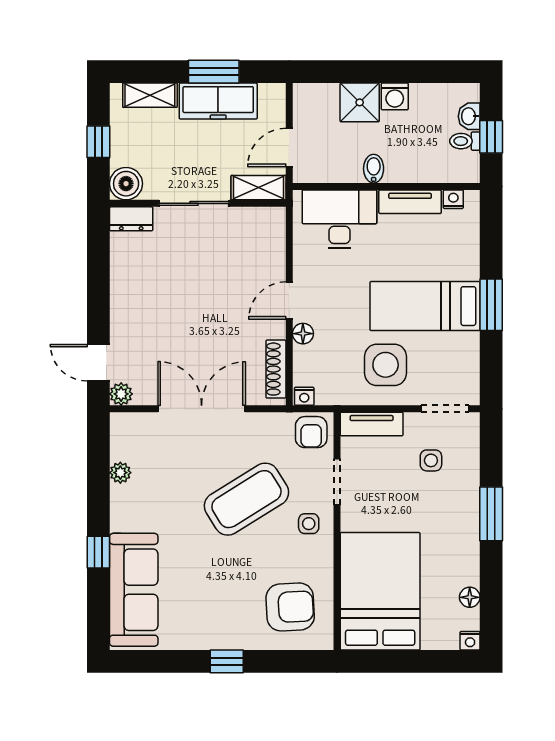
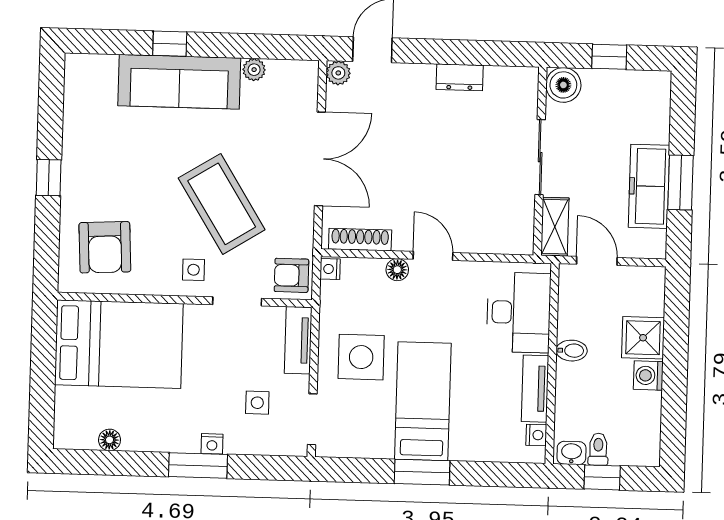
shelving: (150, 95) -> (657, 113), removed
washbasin: (469, 116) -> (571, 453), moved
dresser: (131, 219) -> (460, 77), moved, turned -90
sofa: (134, 590) -> (179, 82), moved
nightstand: (470, 641) -> (212, 444), moved, turned -90

